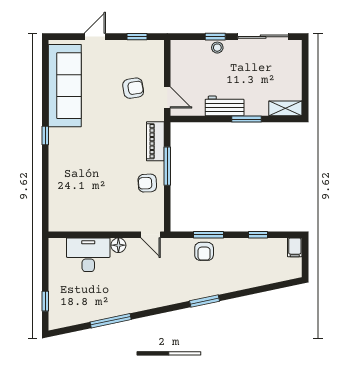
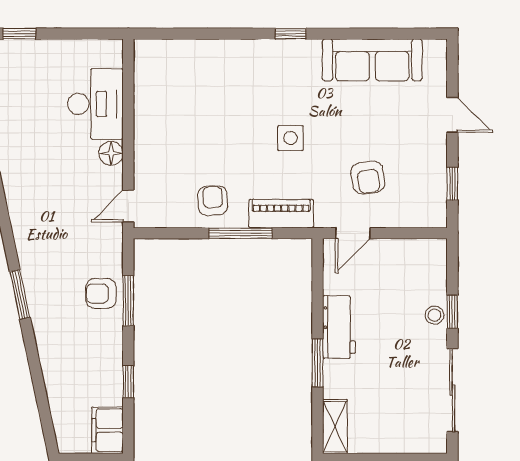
sofa: (65, 86) -> (372, 60), width x0.74, depth x0.79
side table: (109, 136) -> (290, 138), added
filing cabinet: (295, 247) -> (107, 430), width x2.00

